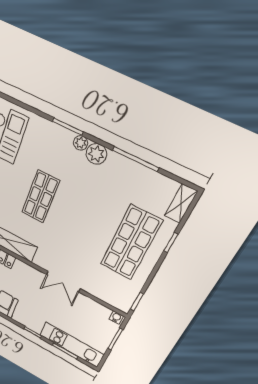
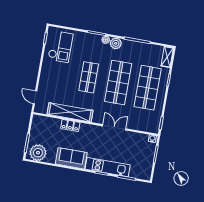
shop shelf: (85, 219) -> (118, 82), added
double door: (63, 282) -> (114, 127), swing flipped
kitchen unit: (71, 345) -> (108, 167), moved

